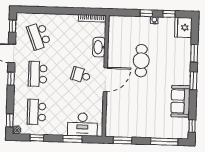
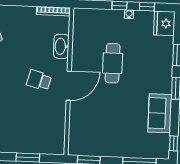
desk: (82, 124) -> (40, 140), removed

